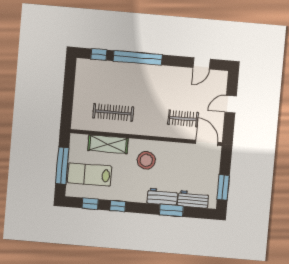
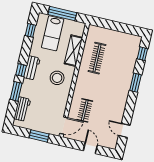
window: (138, 58) -> (136, 83), width x0.47
lab bench: (90, 175) -> (53, 33), turned 180
window: (223, 187) -> (39, 136), moved
workbench: (162, 197) -> (32, 68), moved
window: (118, 206) -> (21, 70), moved

